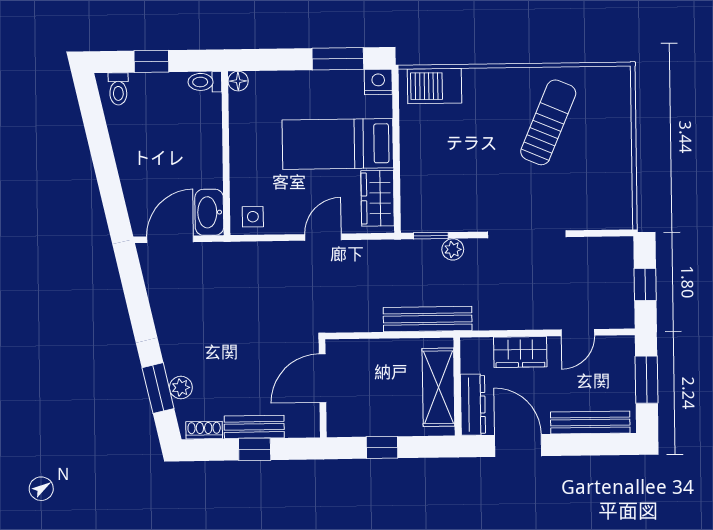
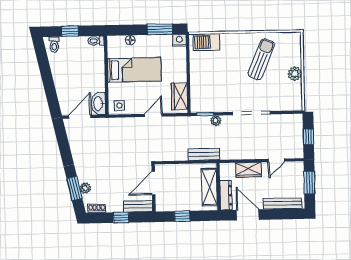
floor lamp: (238, 81) -> (130, 40), moved
bed: (338, 144) -> (134, 70), moved, turned 180
plant: (618, 153) -> (295, 74), added
bench: (428, 319) -> (204, 154), width x0.73
bench: (254, 427) -> (138, 206), moved

